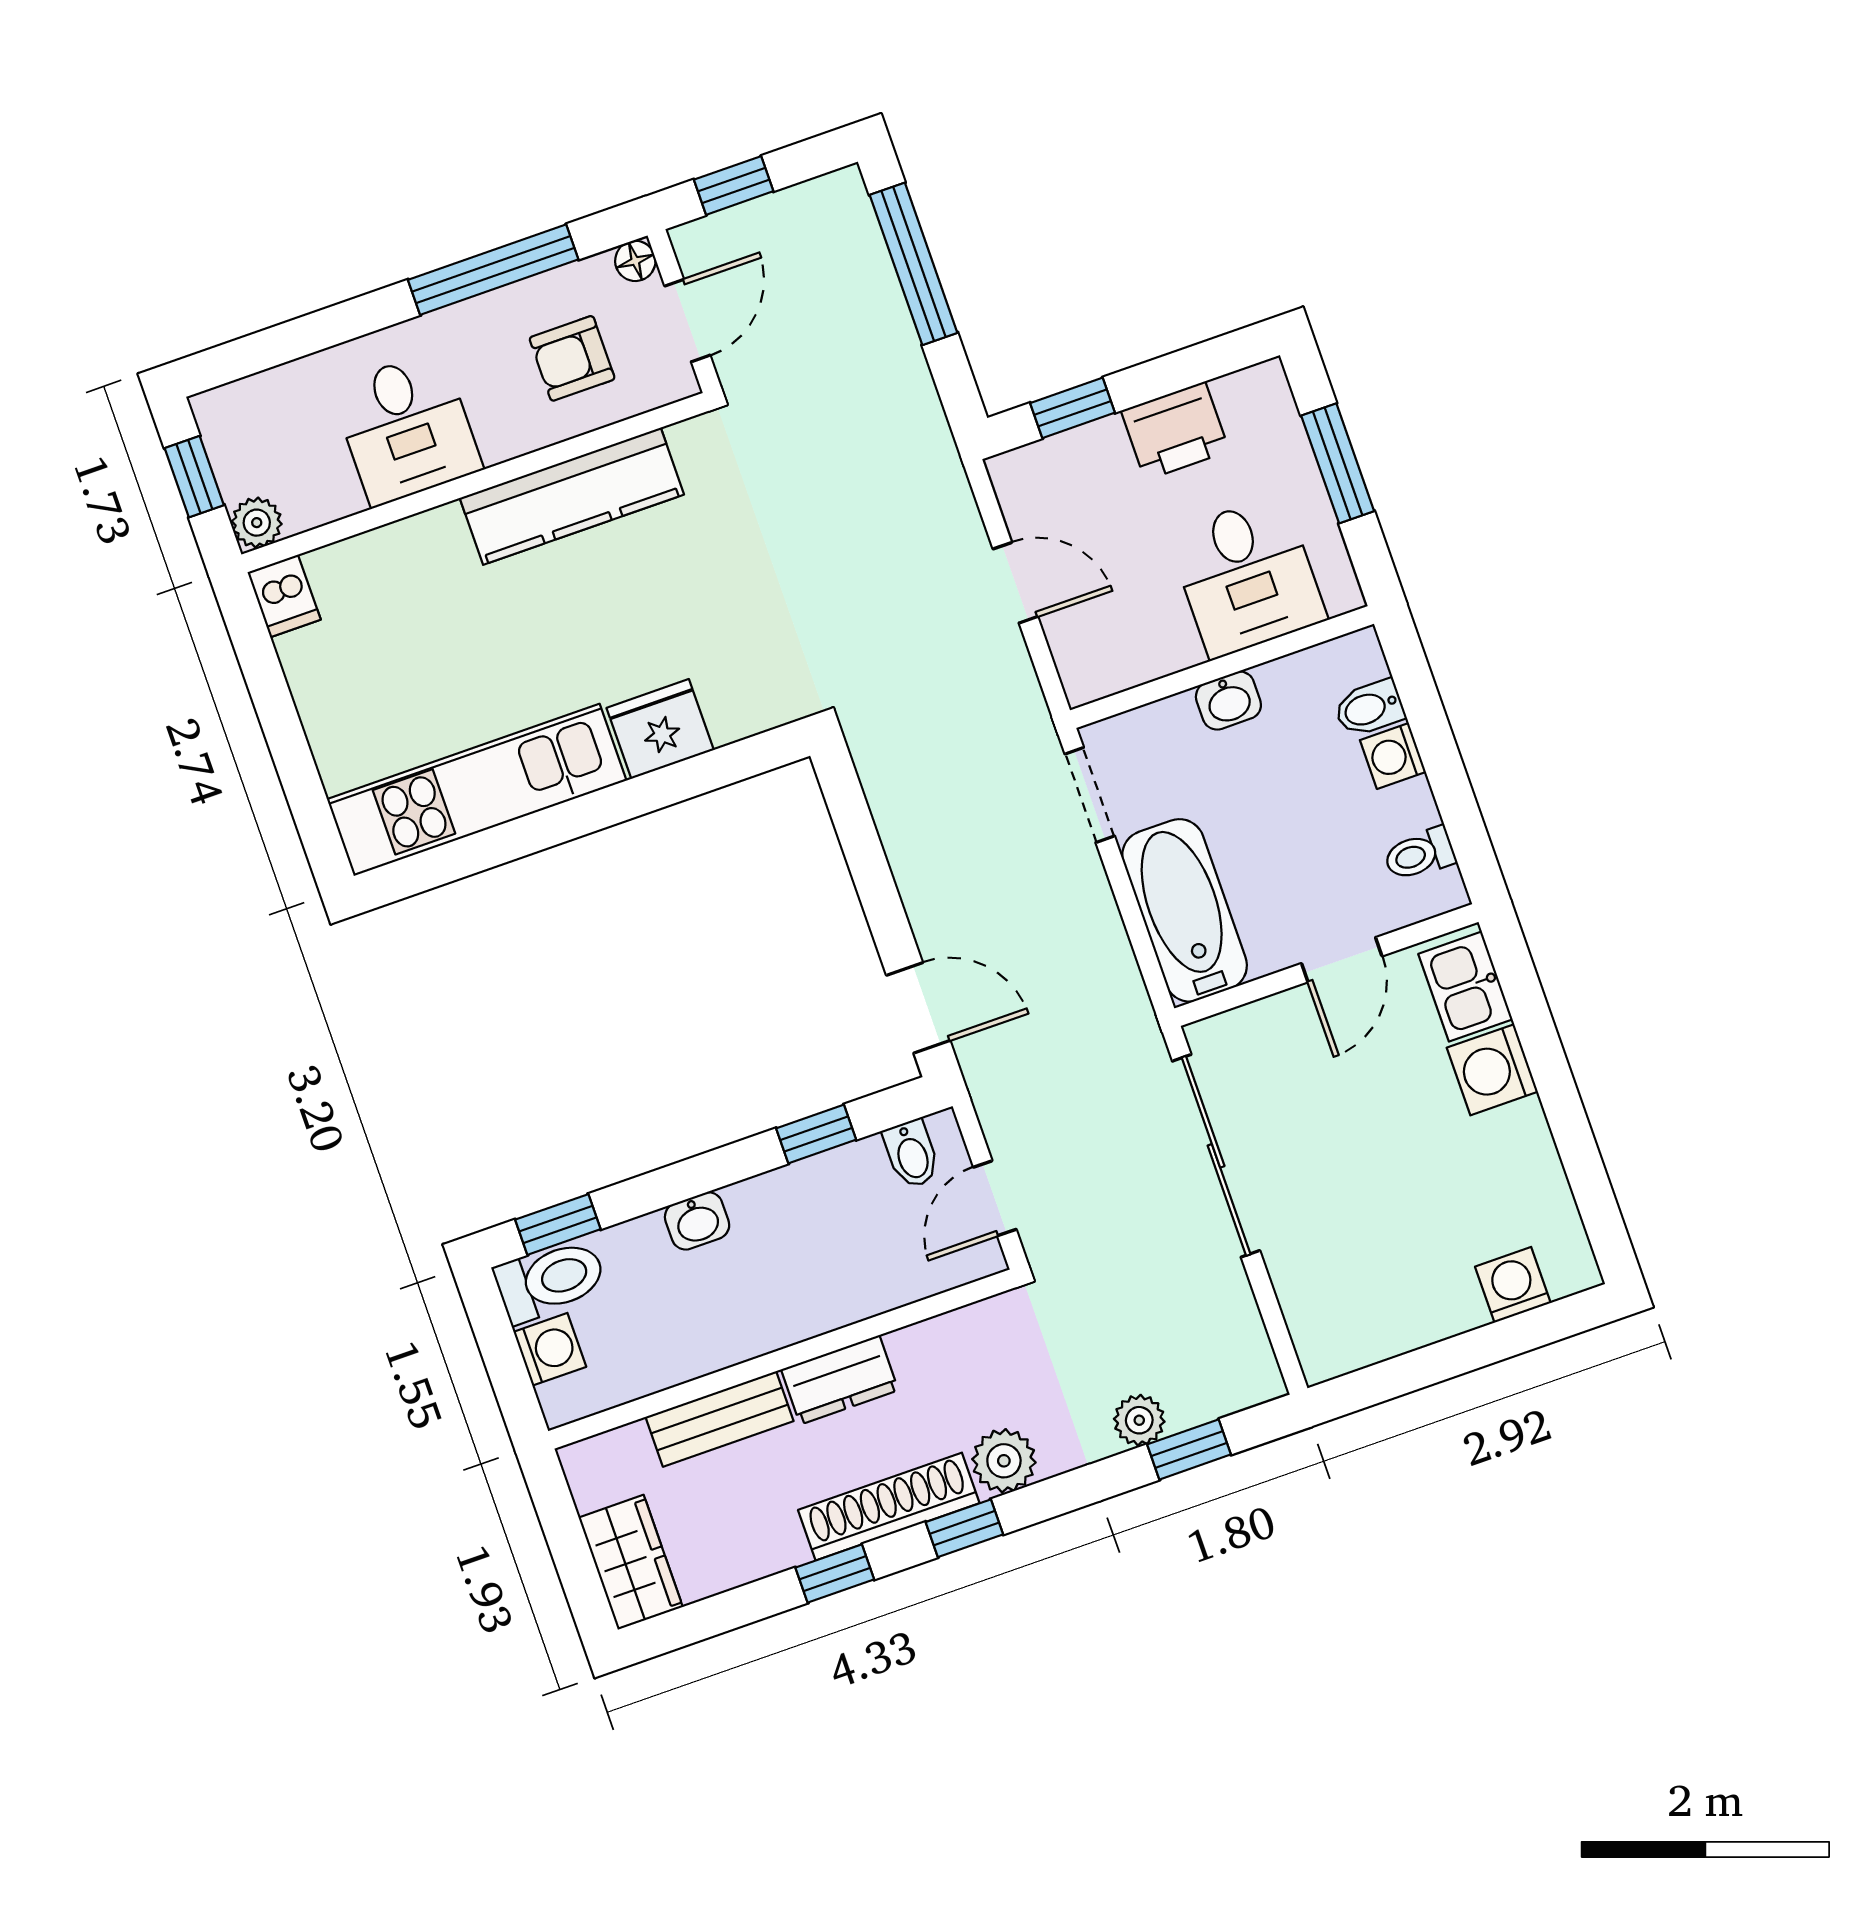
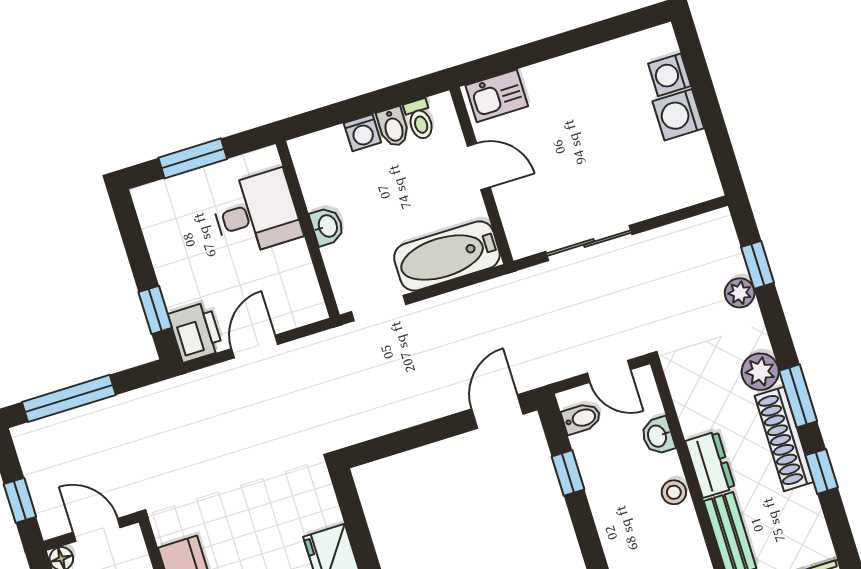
printer: (1175, 431) -> (196, 332), moved
bidet: (1369, 708) -> (393, 127), moved
washing machine: (1492, 1070) -> (678, 115), moved, turned 90
sliding door: (1216, 1156) -> (589, 243), width x0.73
washbasin: (697, 1221) -> (658, 436), moved, turned 180
stool: (789, 1319) -> (674, 492), added
window: (964, 1528) -> (798, 396), width x1.50

